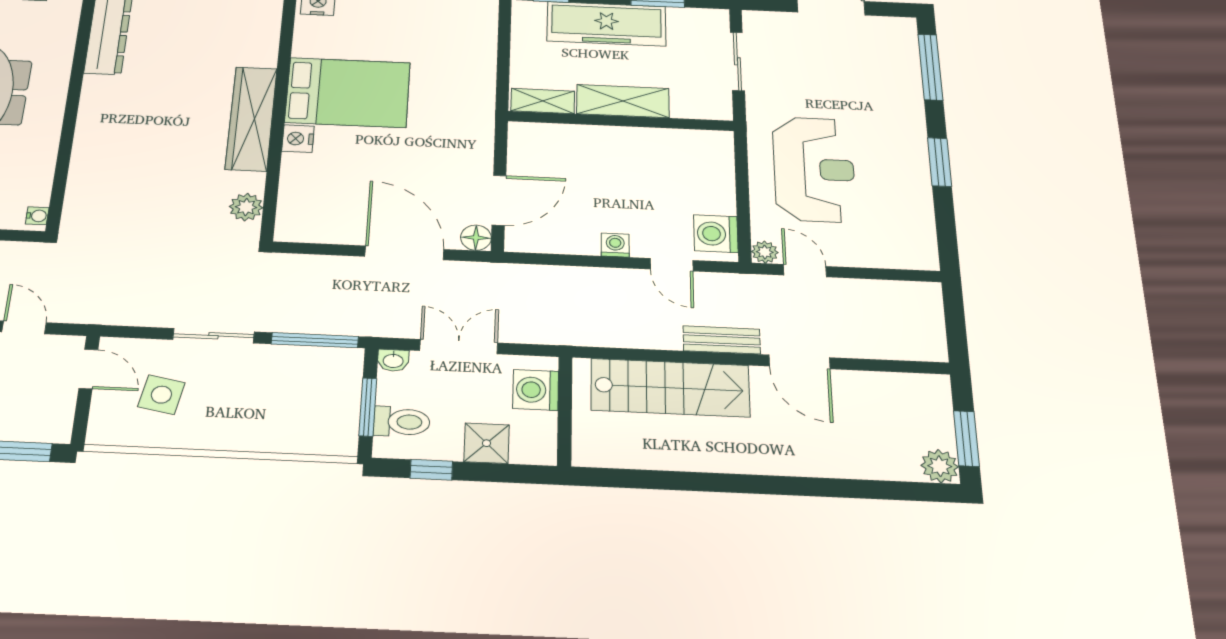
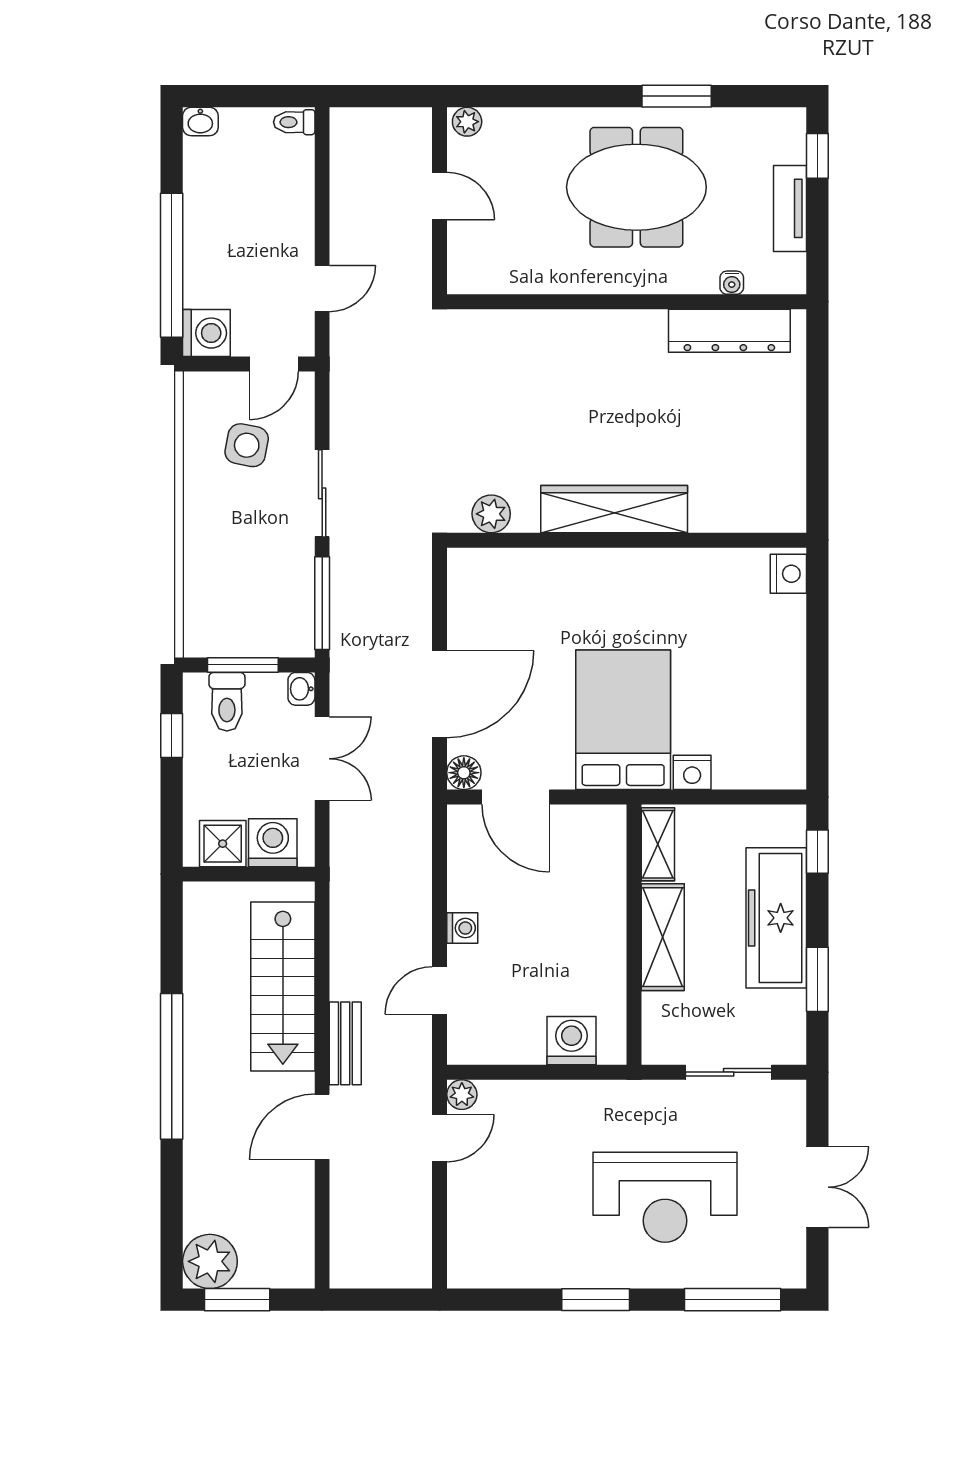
bed: (348, 92) -> (623, 720), moved, turned 180
nightstand: (298, 139) -> (692, 772), moved, turned 180
reception desk: (814, 169) -> (665, 1197), moved
water cooler: (37, 216) -> (732, 283), moved
washing machine: (716, 234) -> (572, 1041), moved
washing machine: (51, 423) -> (206, 333), added
shower: (487, 443) -> (223, 844), moved
plant: (940, 466) -> (210, 1261), width x1.36, depth x1.36
window: (748, 484) -> (172, 1066), added

